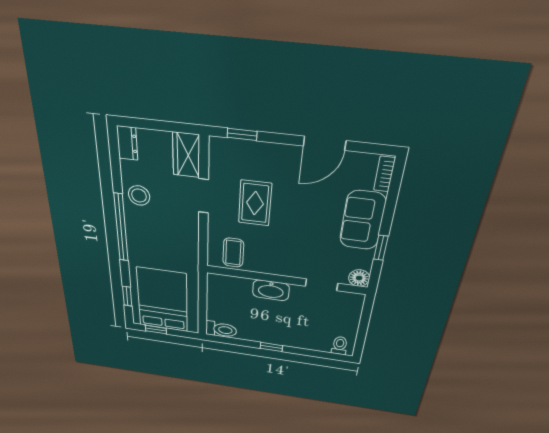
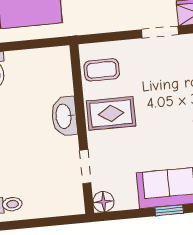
rug: (255, 203) -> (111, 113), moved
window: (381, 248) -> (169, 210), moved

